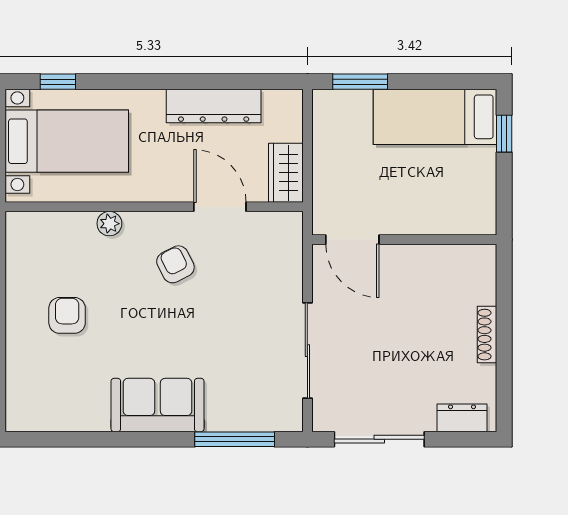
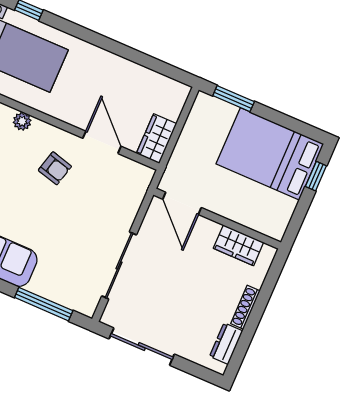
dresser: (214, 106) -> (127, 72), removed
bed: (435, 117) -> (270, 154), width x1.50
wardrobe: (445, 261) -> (238, 245), added
armchair: (175, 264) -> (55, 168), turned 132
dresser: (462, 418) -> (226, 344), moved, turned -90

